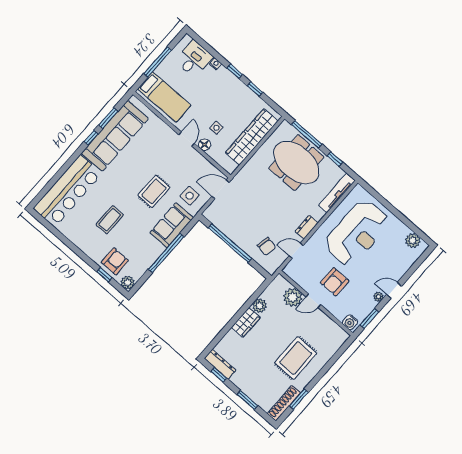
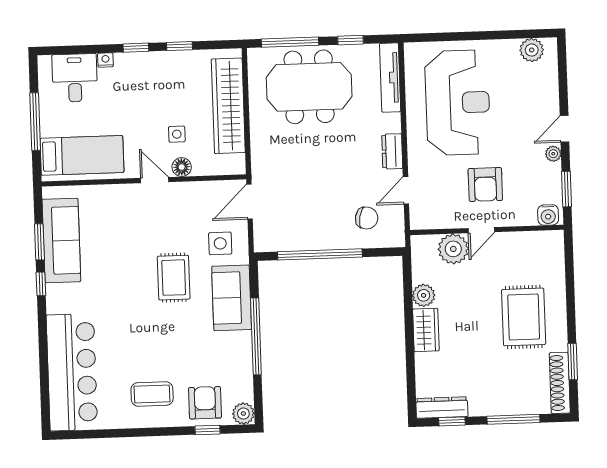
sofa: (115, 136) -> (61, 240), width x0.74, depth x0.79
coffee table: (110, 220) -> (152, 394), moved, turned 90
window: (247, 400) -> (513, 419), width x1.44

